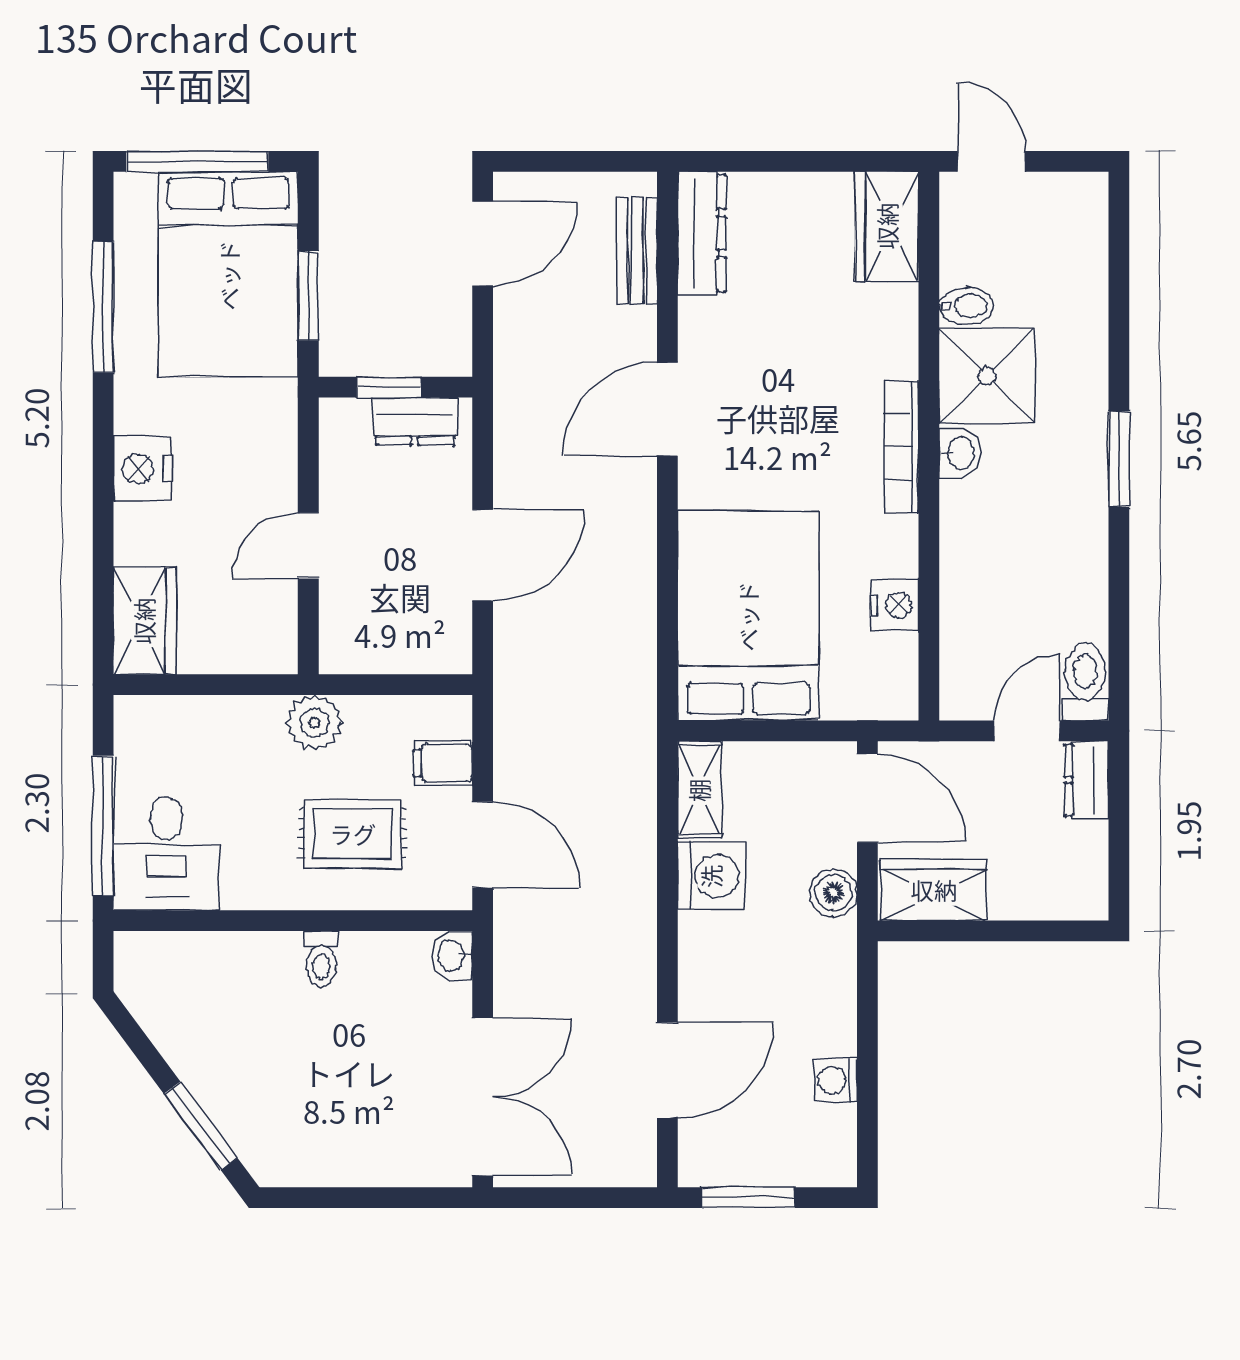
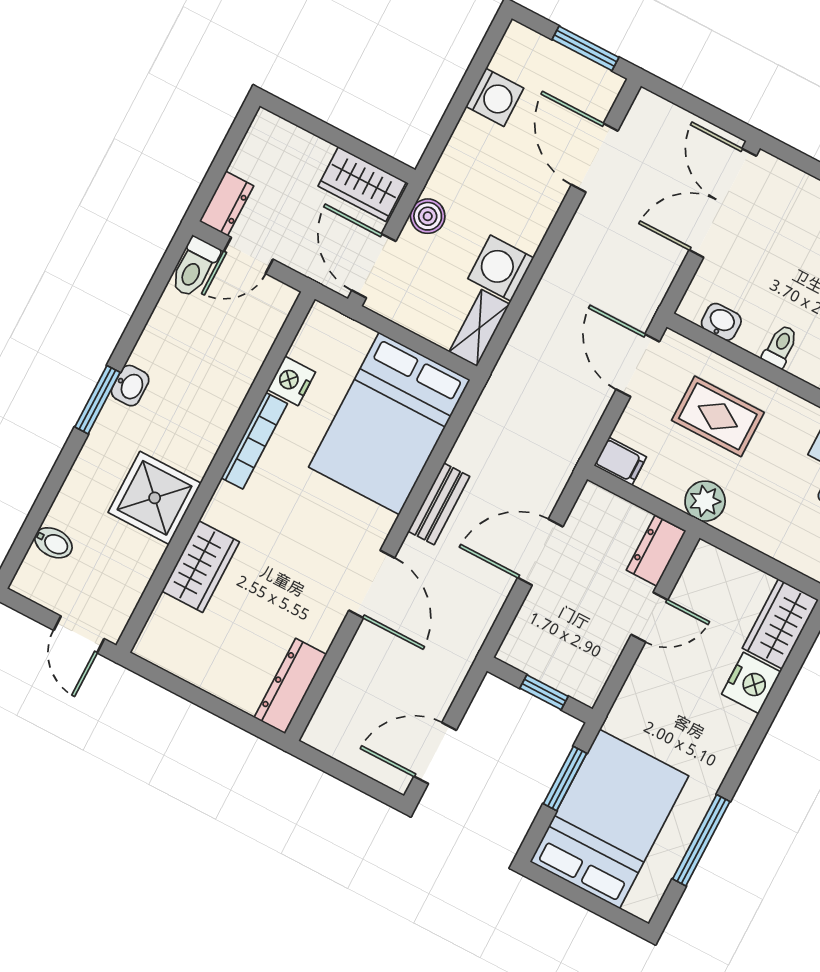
window: (197, 161) -> (591, 902), removed
wardrobe: (887, 226) -> (201, 567), moved
bench: (637, 250) -> (439, 504), moved
bidet: (966, 306) -> (53, 543), moved, turned 180
door: (667, 409) -> (372, 584), hinge flipped
dresser: (415, 421) -> (656, 551), moved, turned -90
bookcase: (902, 447) -> (254, 441), moved
washbasin: (960, 453) -> (130, 386), moved, turned 180
nightstand: (142, 469) -> (751, 683), moved
filing cabinet: (443, 763) -> (620, 461), moved
washbasin: (452, 956) -> (721, 322), moved, turned -90
door: (667, 1070) -> (595, 158), hinge flipped
washing machine: (836, 1080) -> (495, 97), width x1.38, depth x1.38

